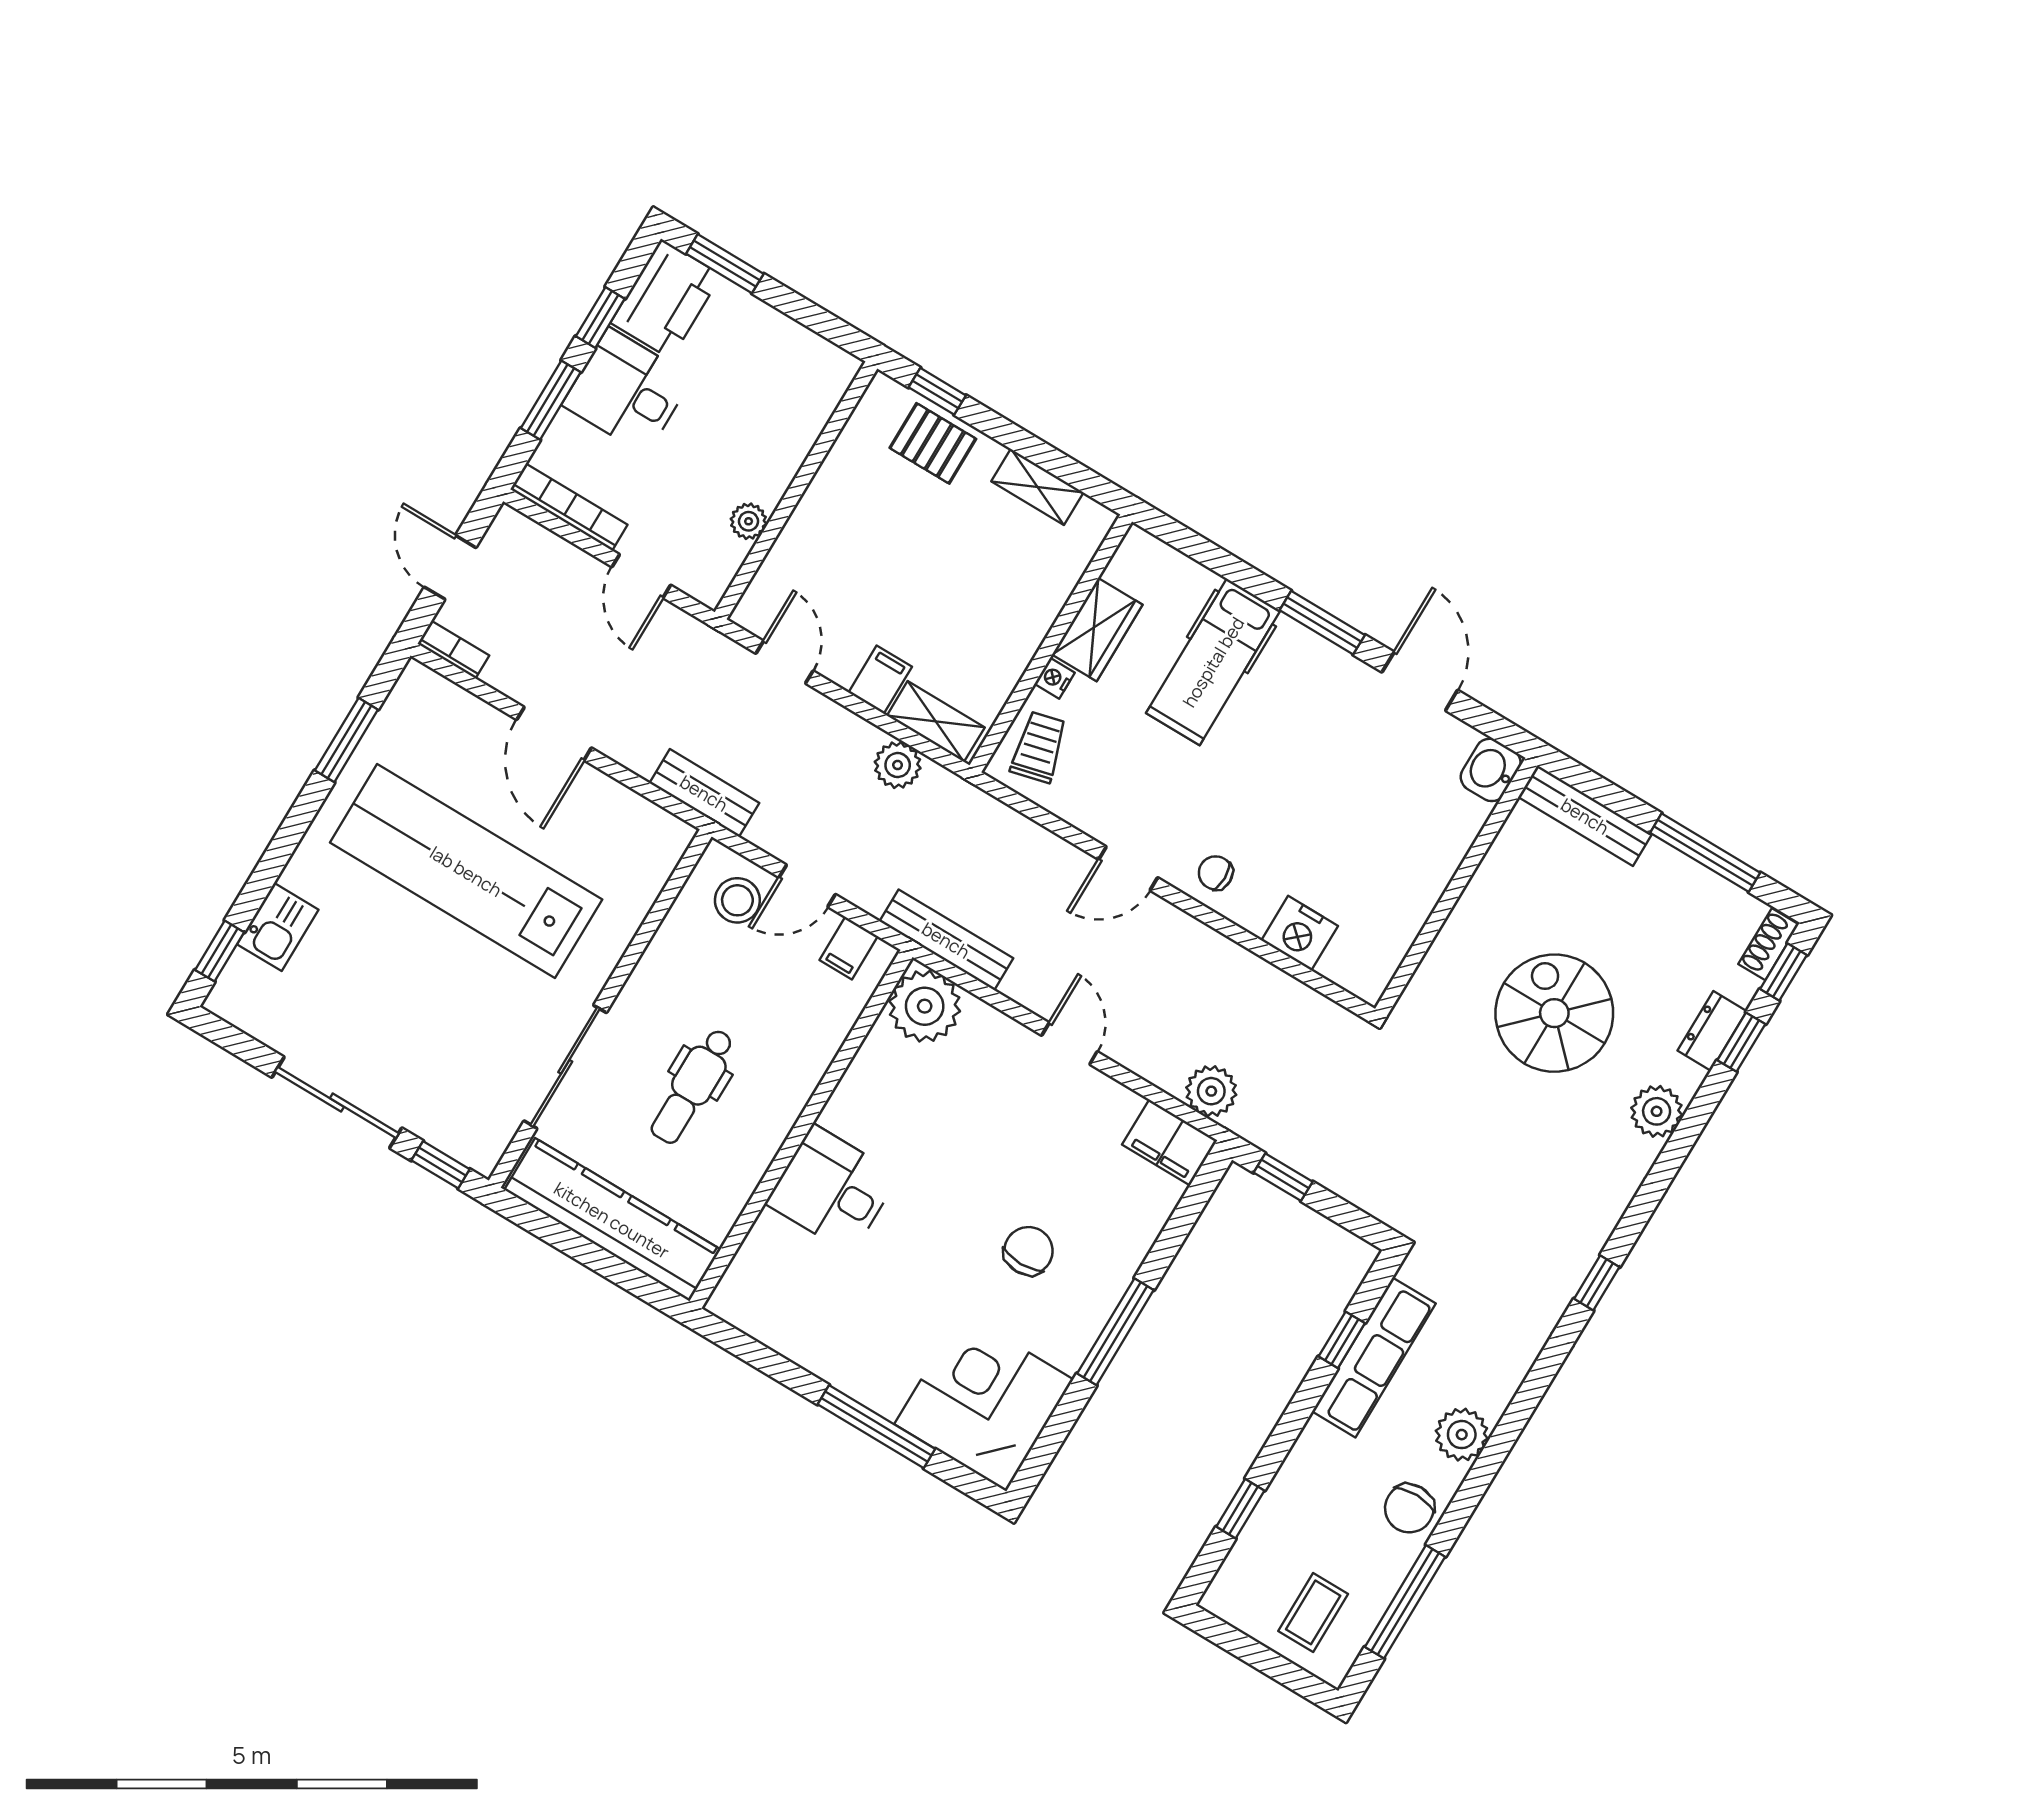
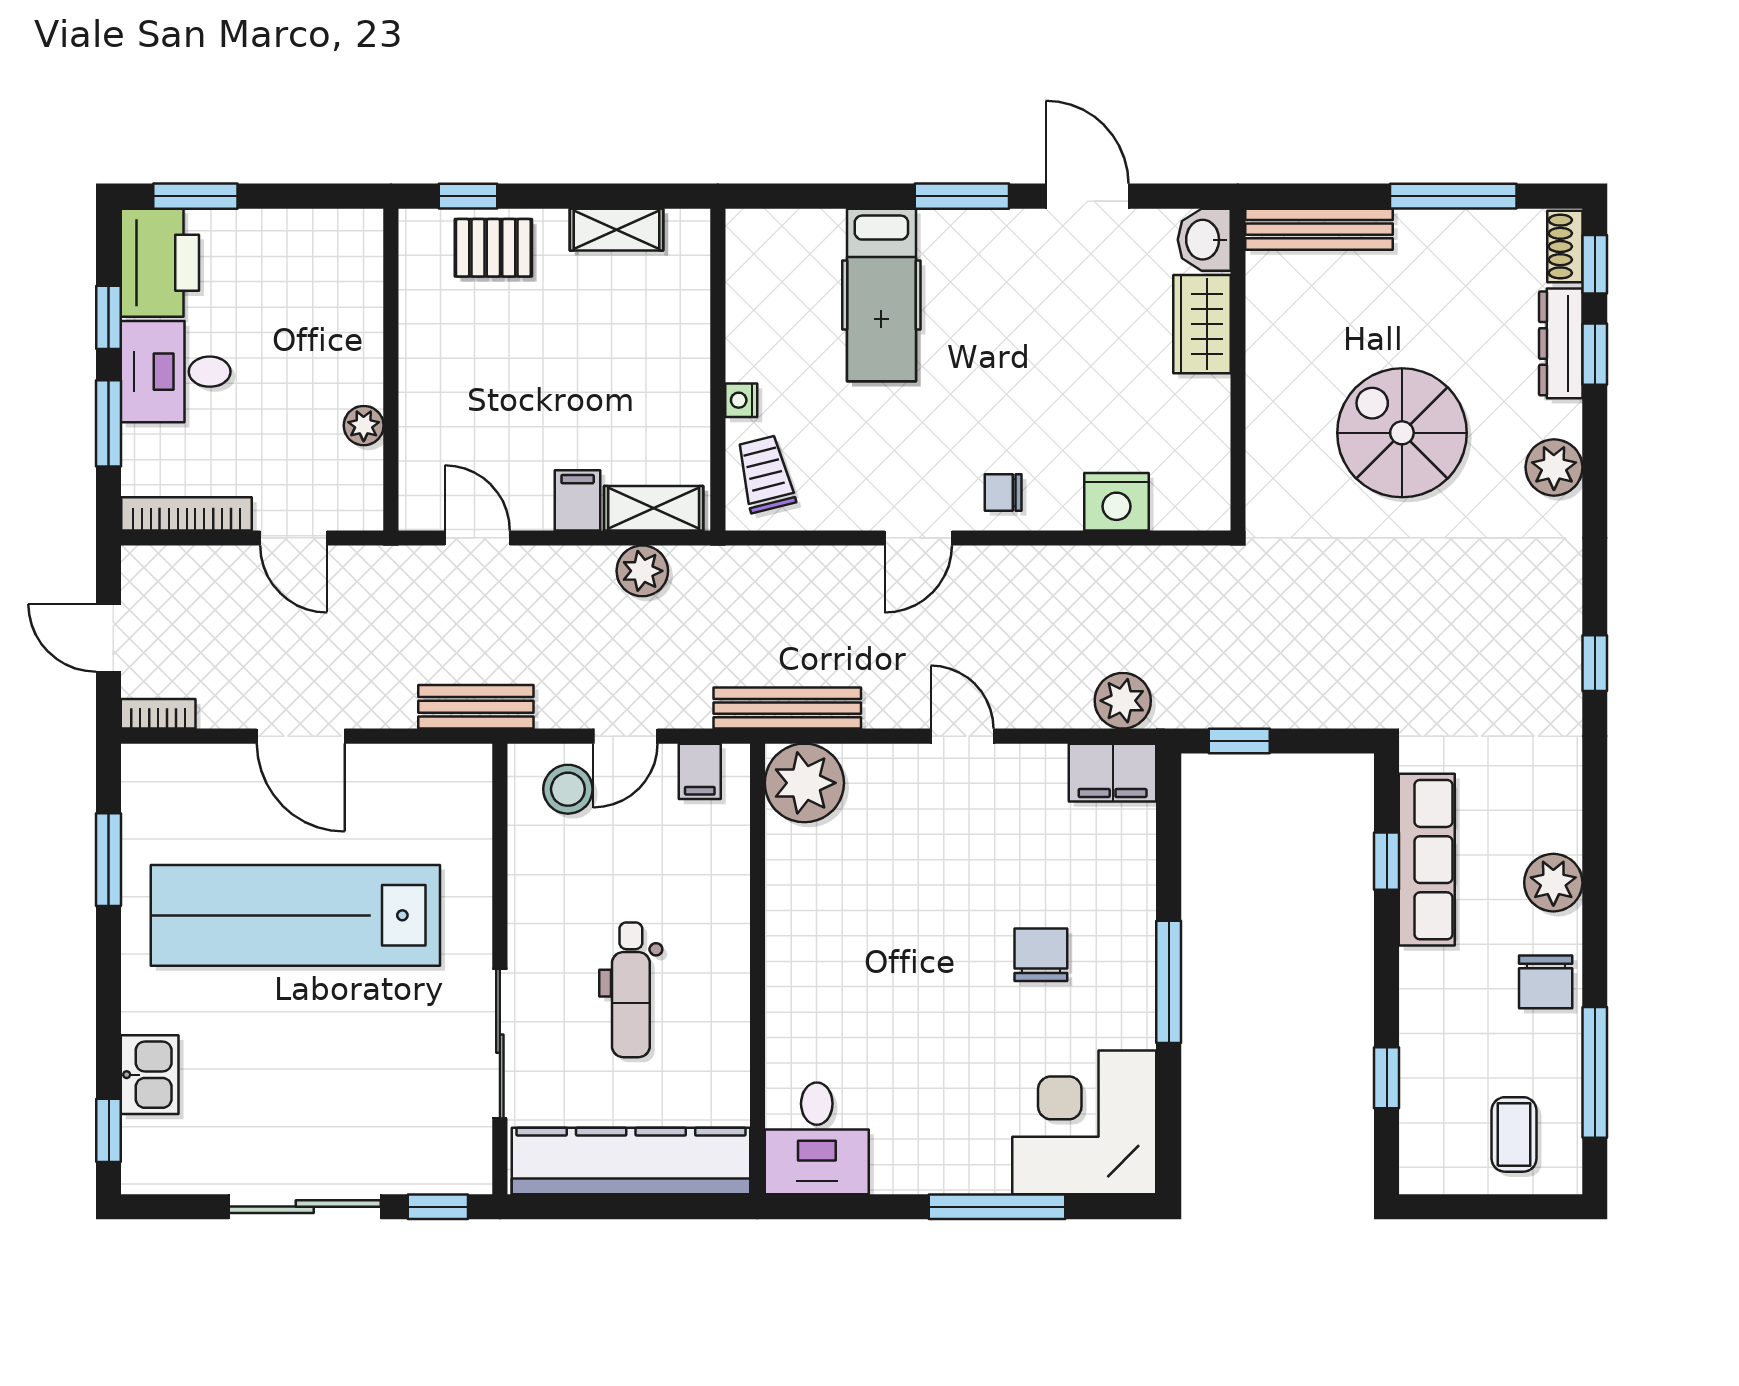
wardrobe: (1097, 630) -> (1202, 324), moved, turned 180
dresser: (1712, 1031) -> (1561, 343), width x1.44
desk: (832, 1189) -> (817, 1138), moved, turned -90

